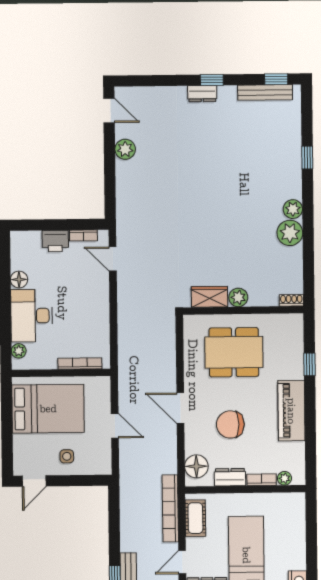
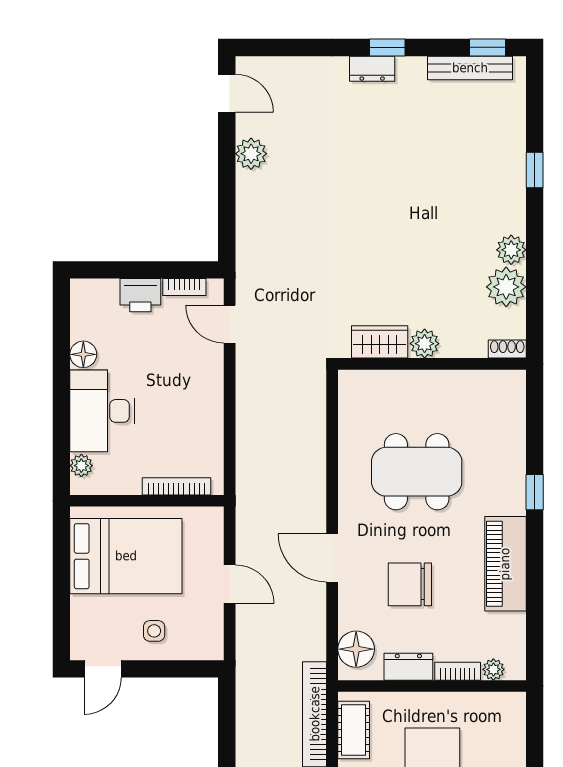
wardrobe: (210, 297) -> (380, 342), moved
plant: (238, 297) -> (425, 344), moved
shoe rack: (291, 300) -> (507, 349), moved
wall: (243, 310) -> (432, 364), moved

